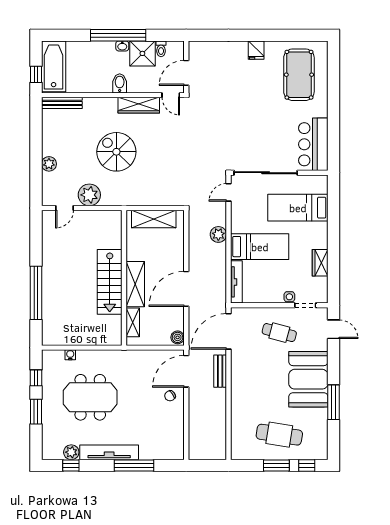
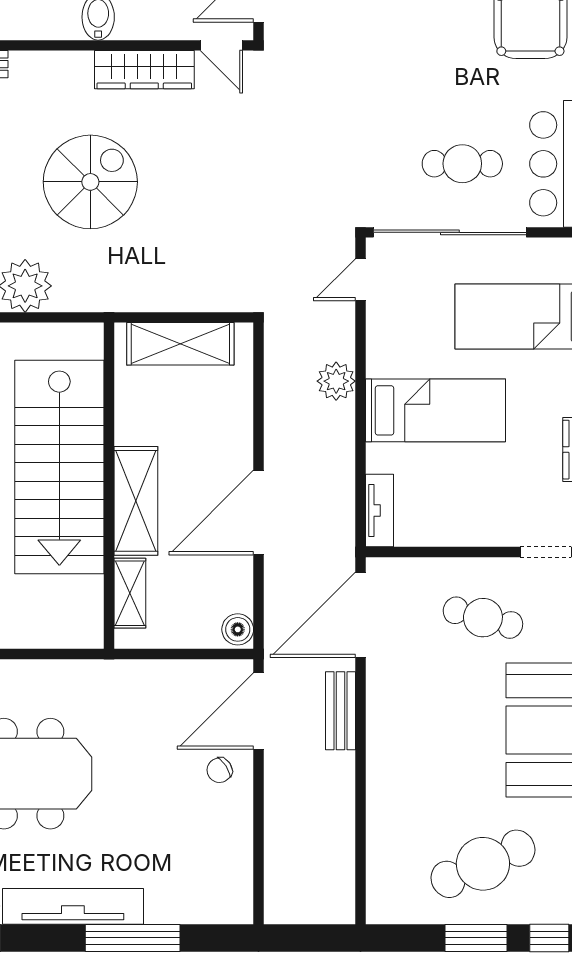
cafe table: (271, 144) -> (462, 164), added
spiral stairs: (116, 152) -> (90, 182), turned 90
stairs: (110, 282) -> (59, 467), width x1.36, depth x1.51
tv unit: (236, 282) -> (380, 511), width x0.71
side table: (289, 297) -> (507, 531), removed
cafe table: (279, 435) -> (483, 864), turned -33

